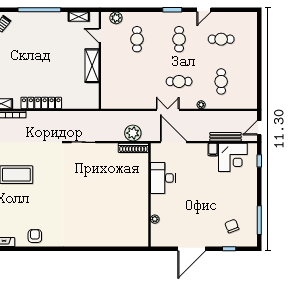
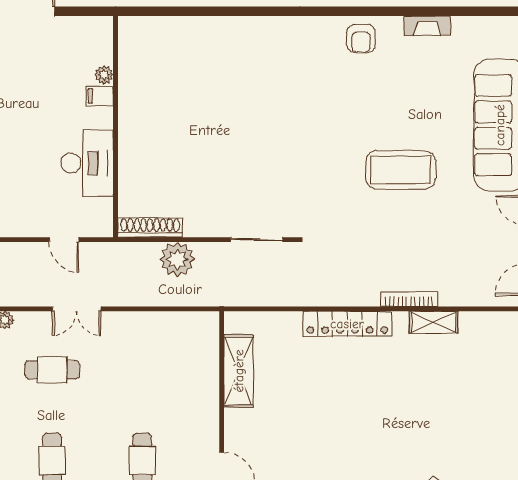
shelving: (92, 66) -> (239, 371), moved
plant: (133, 133) -> (177, 259), moved
door: (173, 142) -> (64, 240), width x0.53
filing cabinet: (157, 209) -> (100, 96), added

